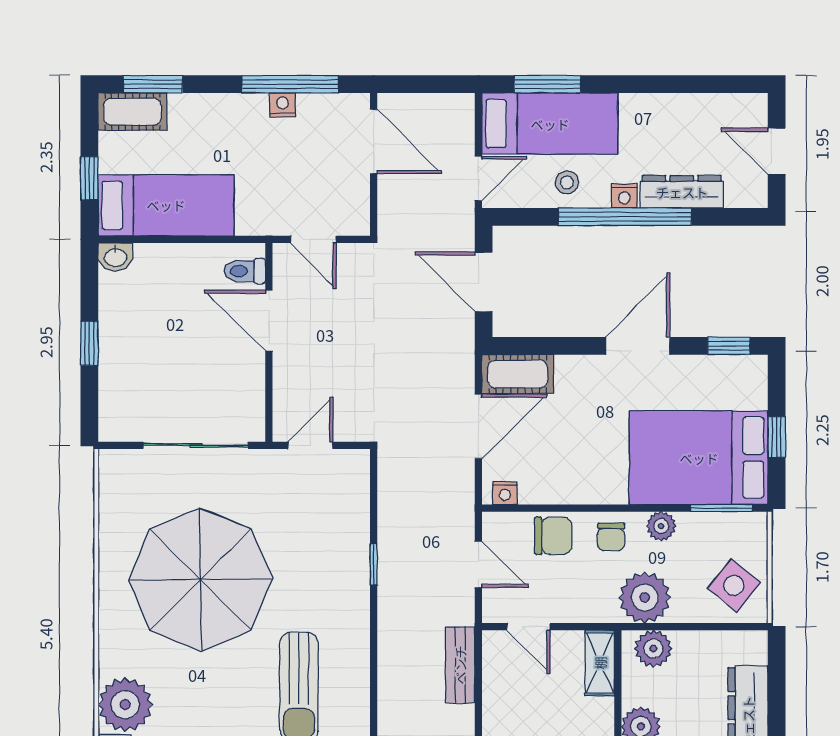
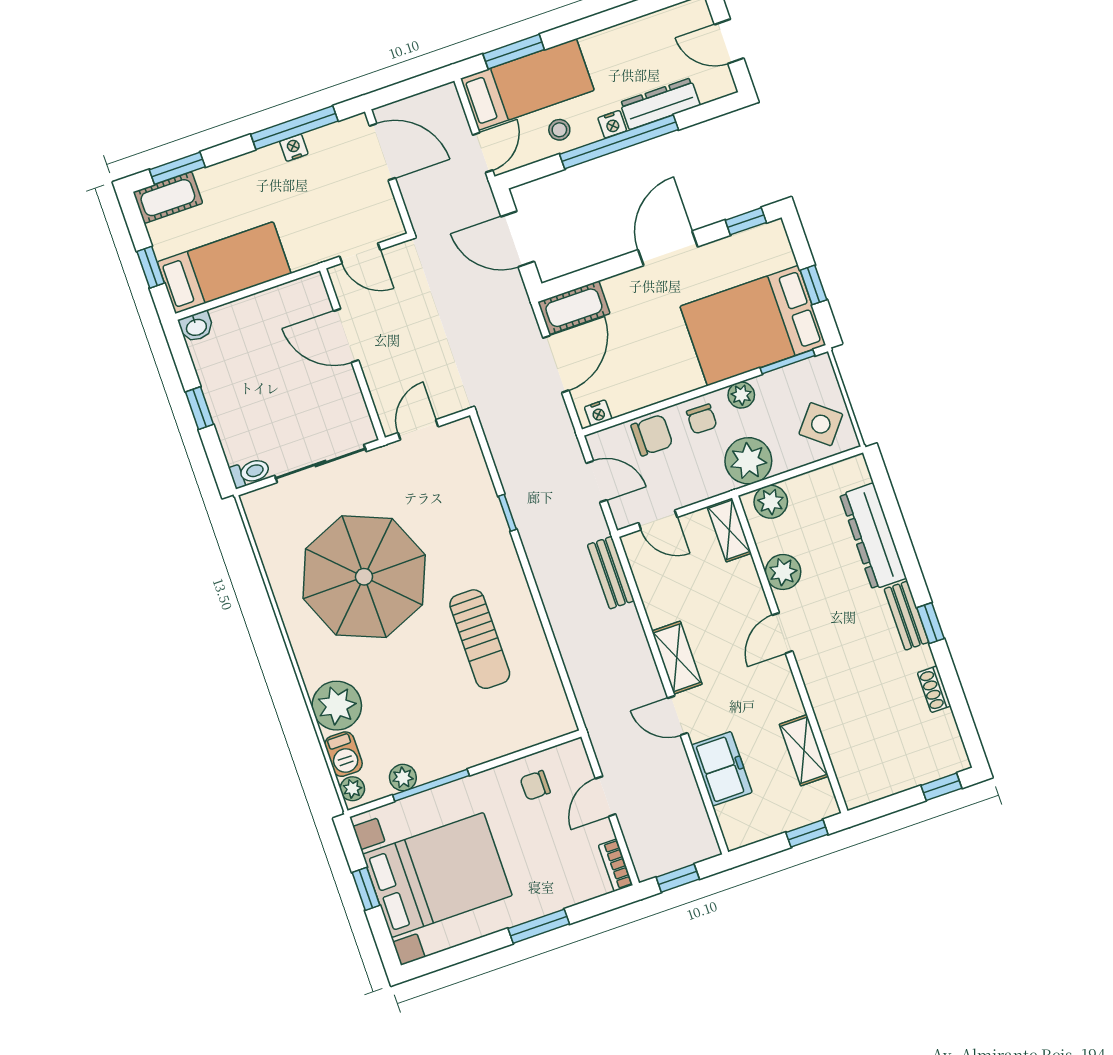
toilet: (245, 271) -> (250, 472), moved, turned 180

